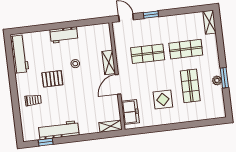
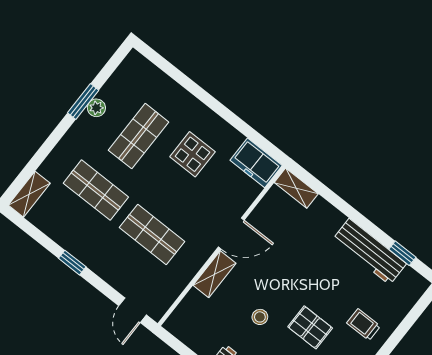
window: (151, 15) -> (72, 263), moved
freezer: (130, 112) -> (256, 163), moved, turned -90

